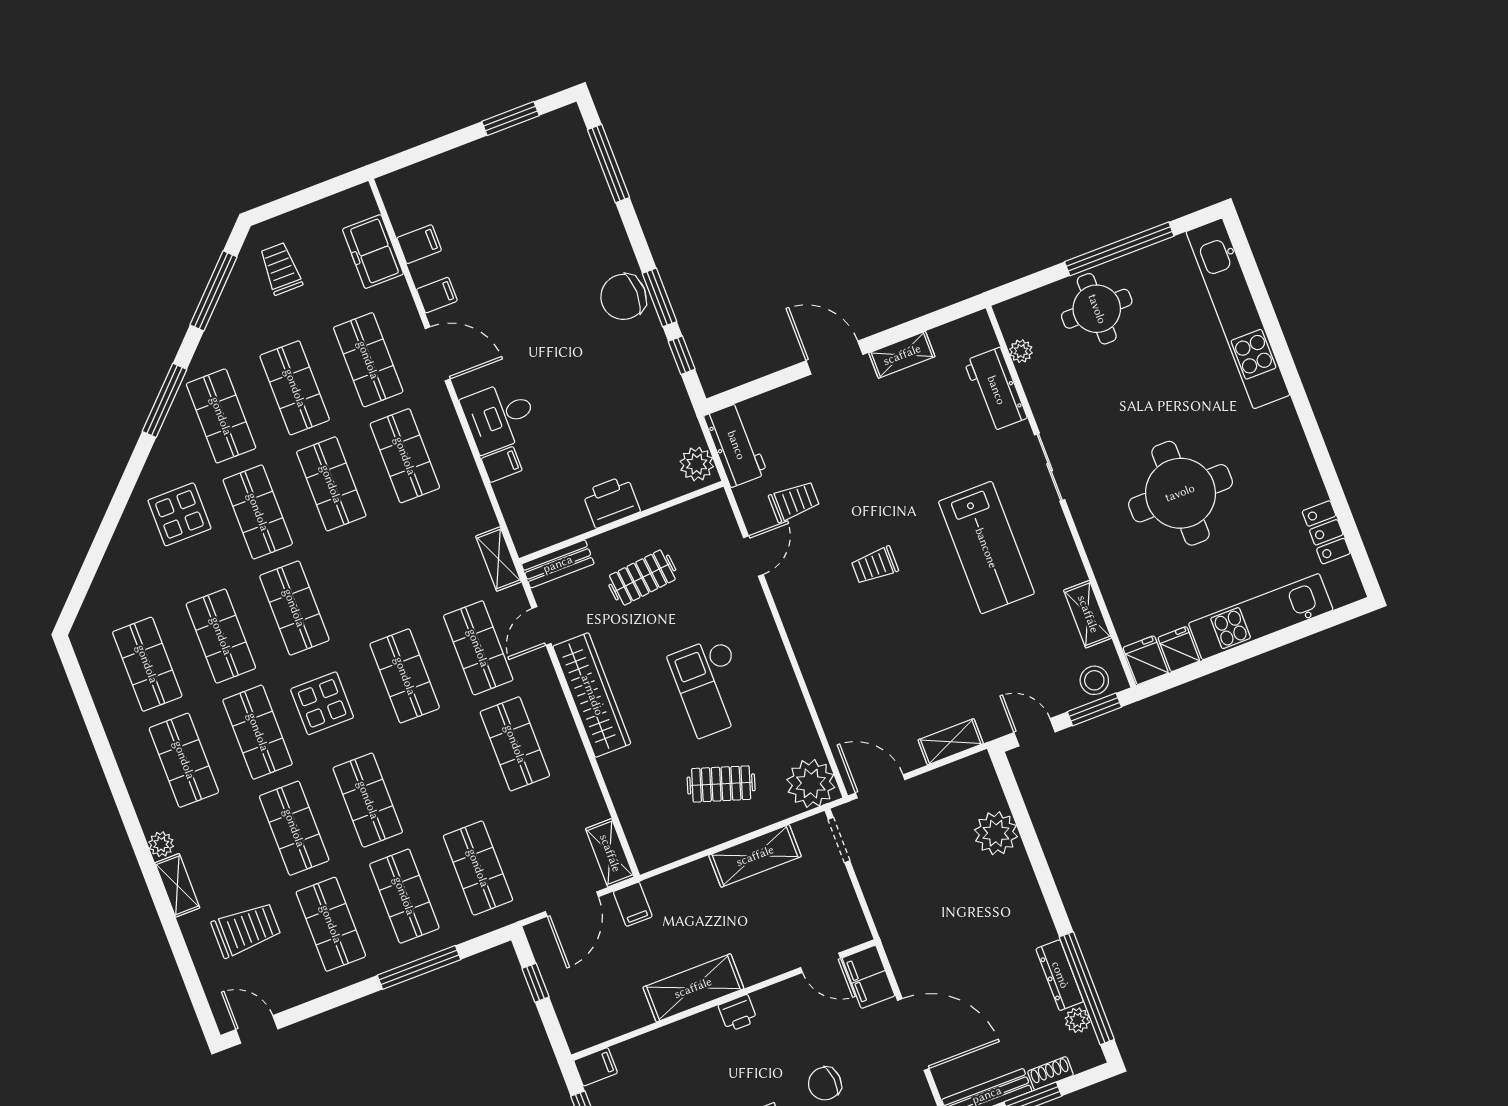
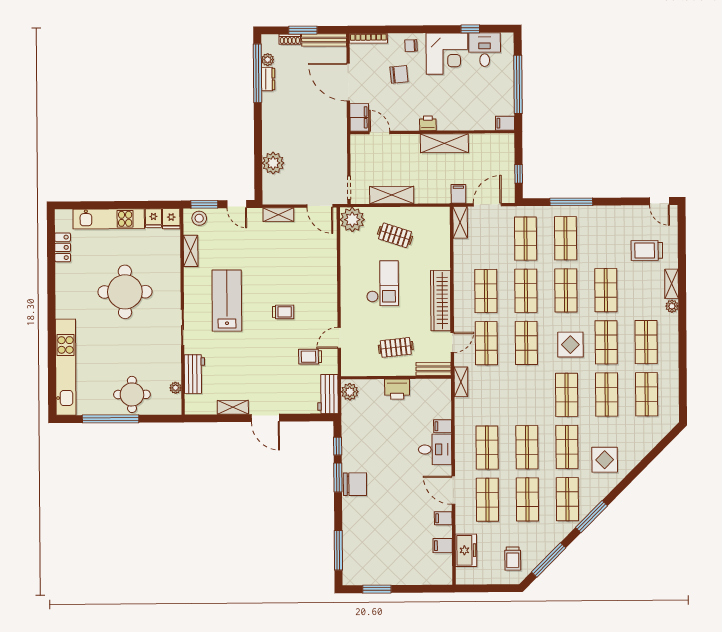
shop shelf: (331, 924) -> (526, 291), moved
dresser: (1060, 975) -> (268, 79), width x0.70

